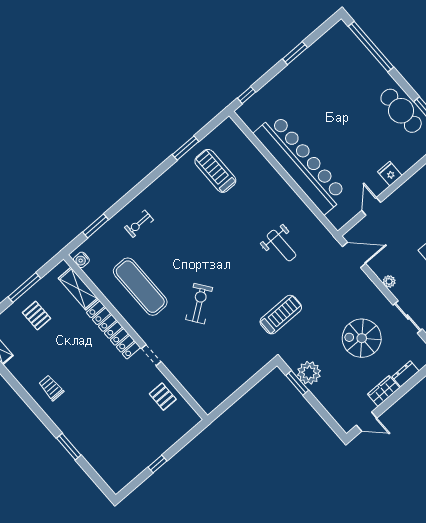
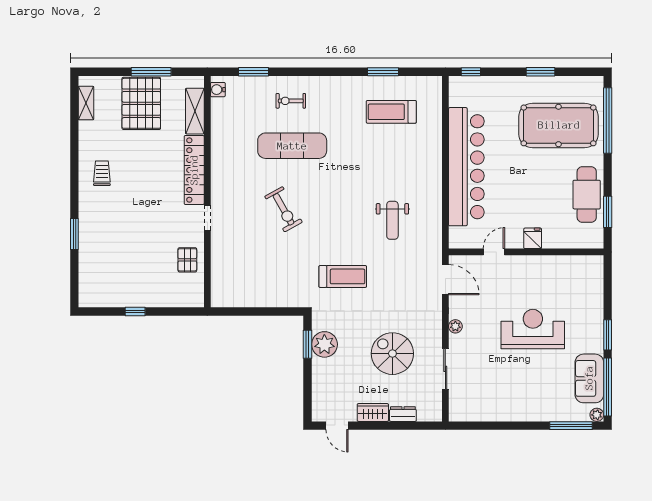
pool table: (340, 80) -> (559, 125), added
treadmill: (215, 171) -> (391, 112), turned -90
exercise mat: (140, 287) -> (292, 146), moved, turned 90
exercise bike: (199, 304) -> (284, 209), turned 97
pallet: (37, 316) -> (141, 103), width x2.05, depth x2.00

